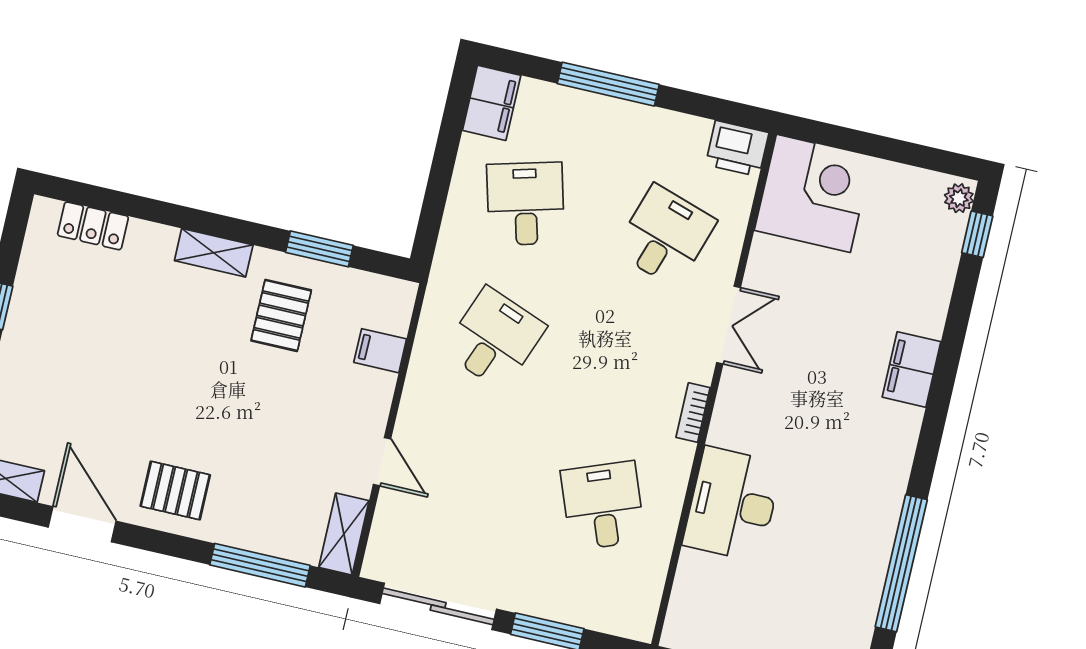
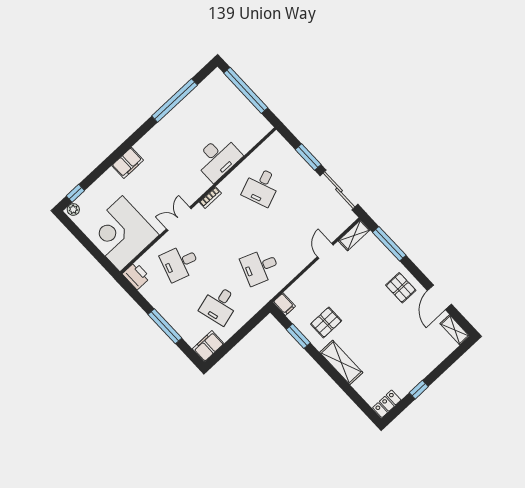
corner desk: (813, 193) -> (121, 234), width x1.36, depth x1.36
locker: (93, 226) -> (387, 404), moved, turned -90
shelving: (214, 253) -> (341, 362), width x1.50, depth x1.33
filing cabinet: (380, 351) -> (284, 304), moved

